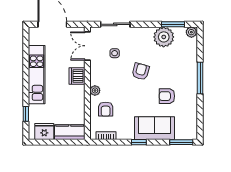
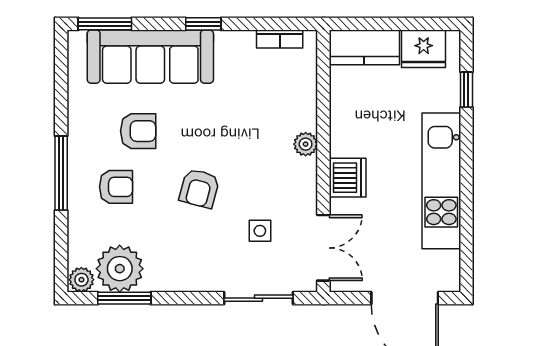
plant: (164, 37) -> (120, 269), moved
armchair: (106, 109) -> (116, 187), moved, turned 90
sofa: (155, 128) -> (150, 57), width x1.36

